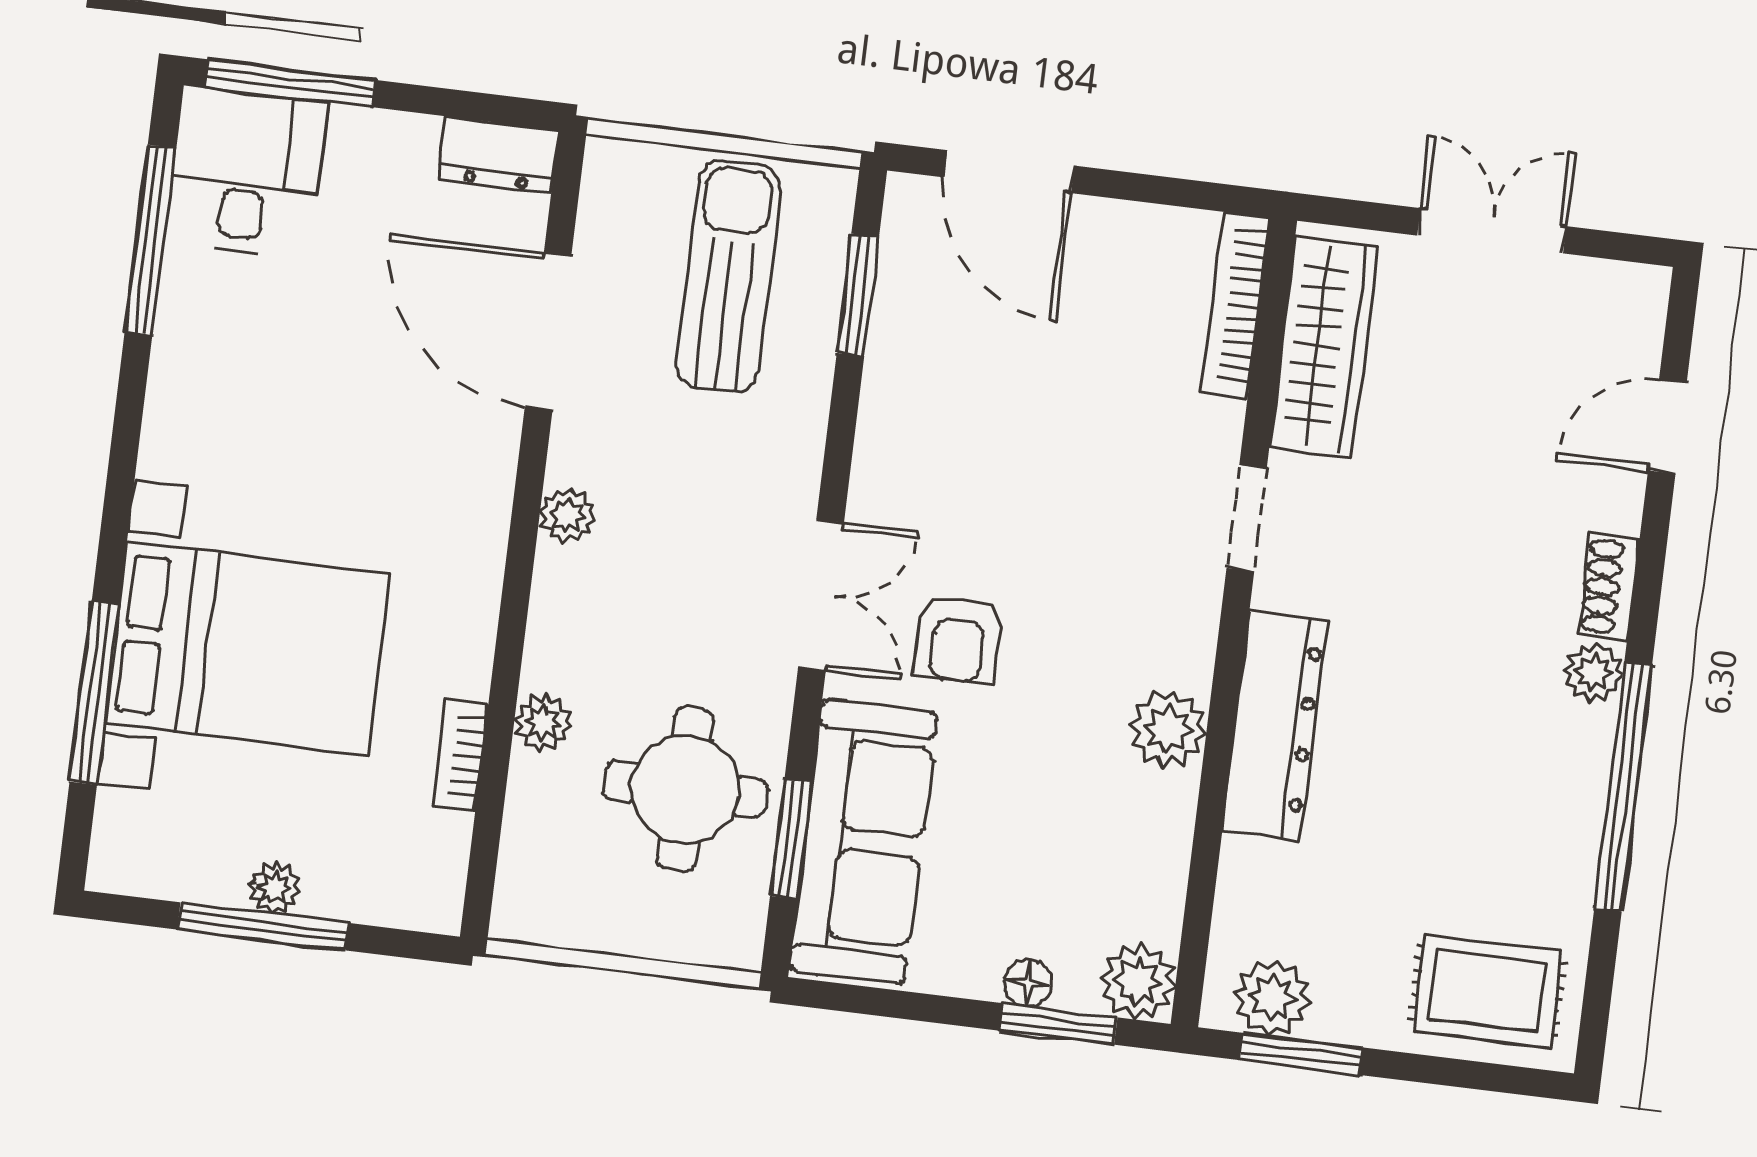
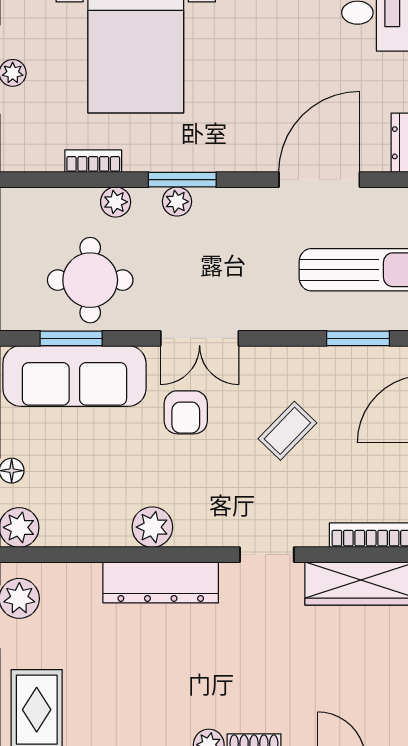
coffee table: (1017, 450) -> (287, 431), added
plant: (567, 516) -> (177, 202), moved
window: (516, 591) -> (182, 180), added
armchair: (958, 639) -> (186, 412), turned -90

